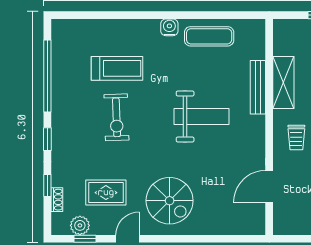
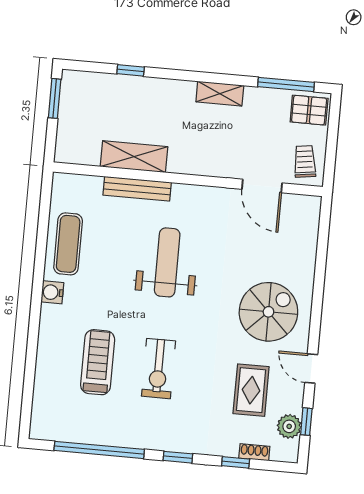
exercise bike: (116, 117) -> (158, 369), turned 92
trolley: (296, 137) -> (305, 161), moved, turned -98

